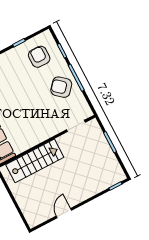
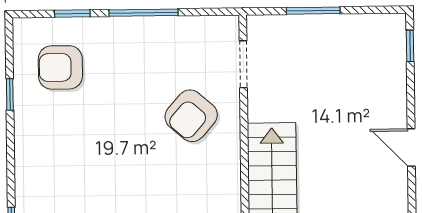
armchair: (61, 87) -> (191, 116), moved
door: (64, 213) -> (411, 147), moved

